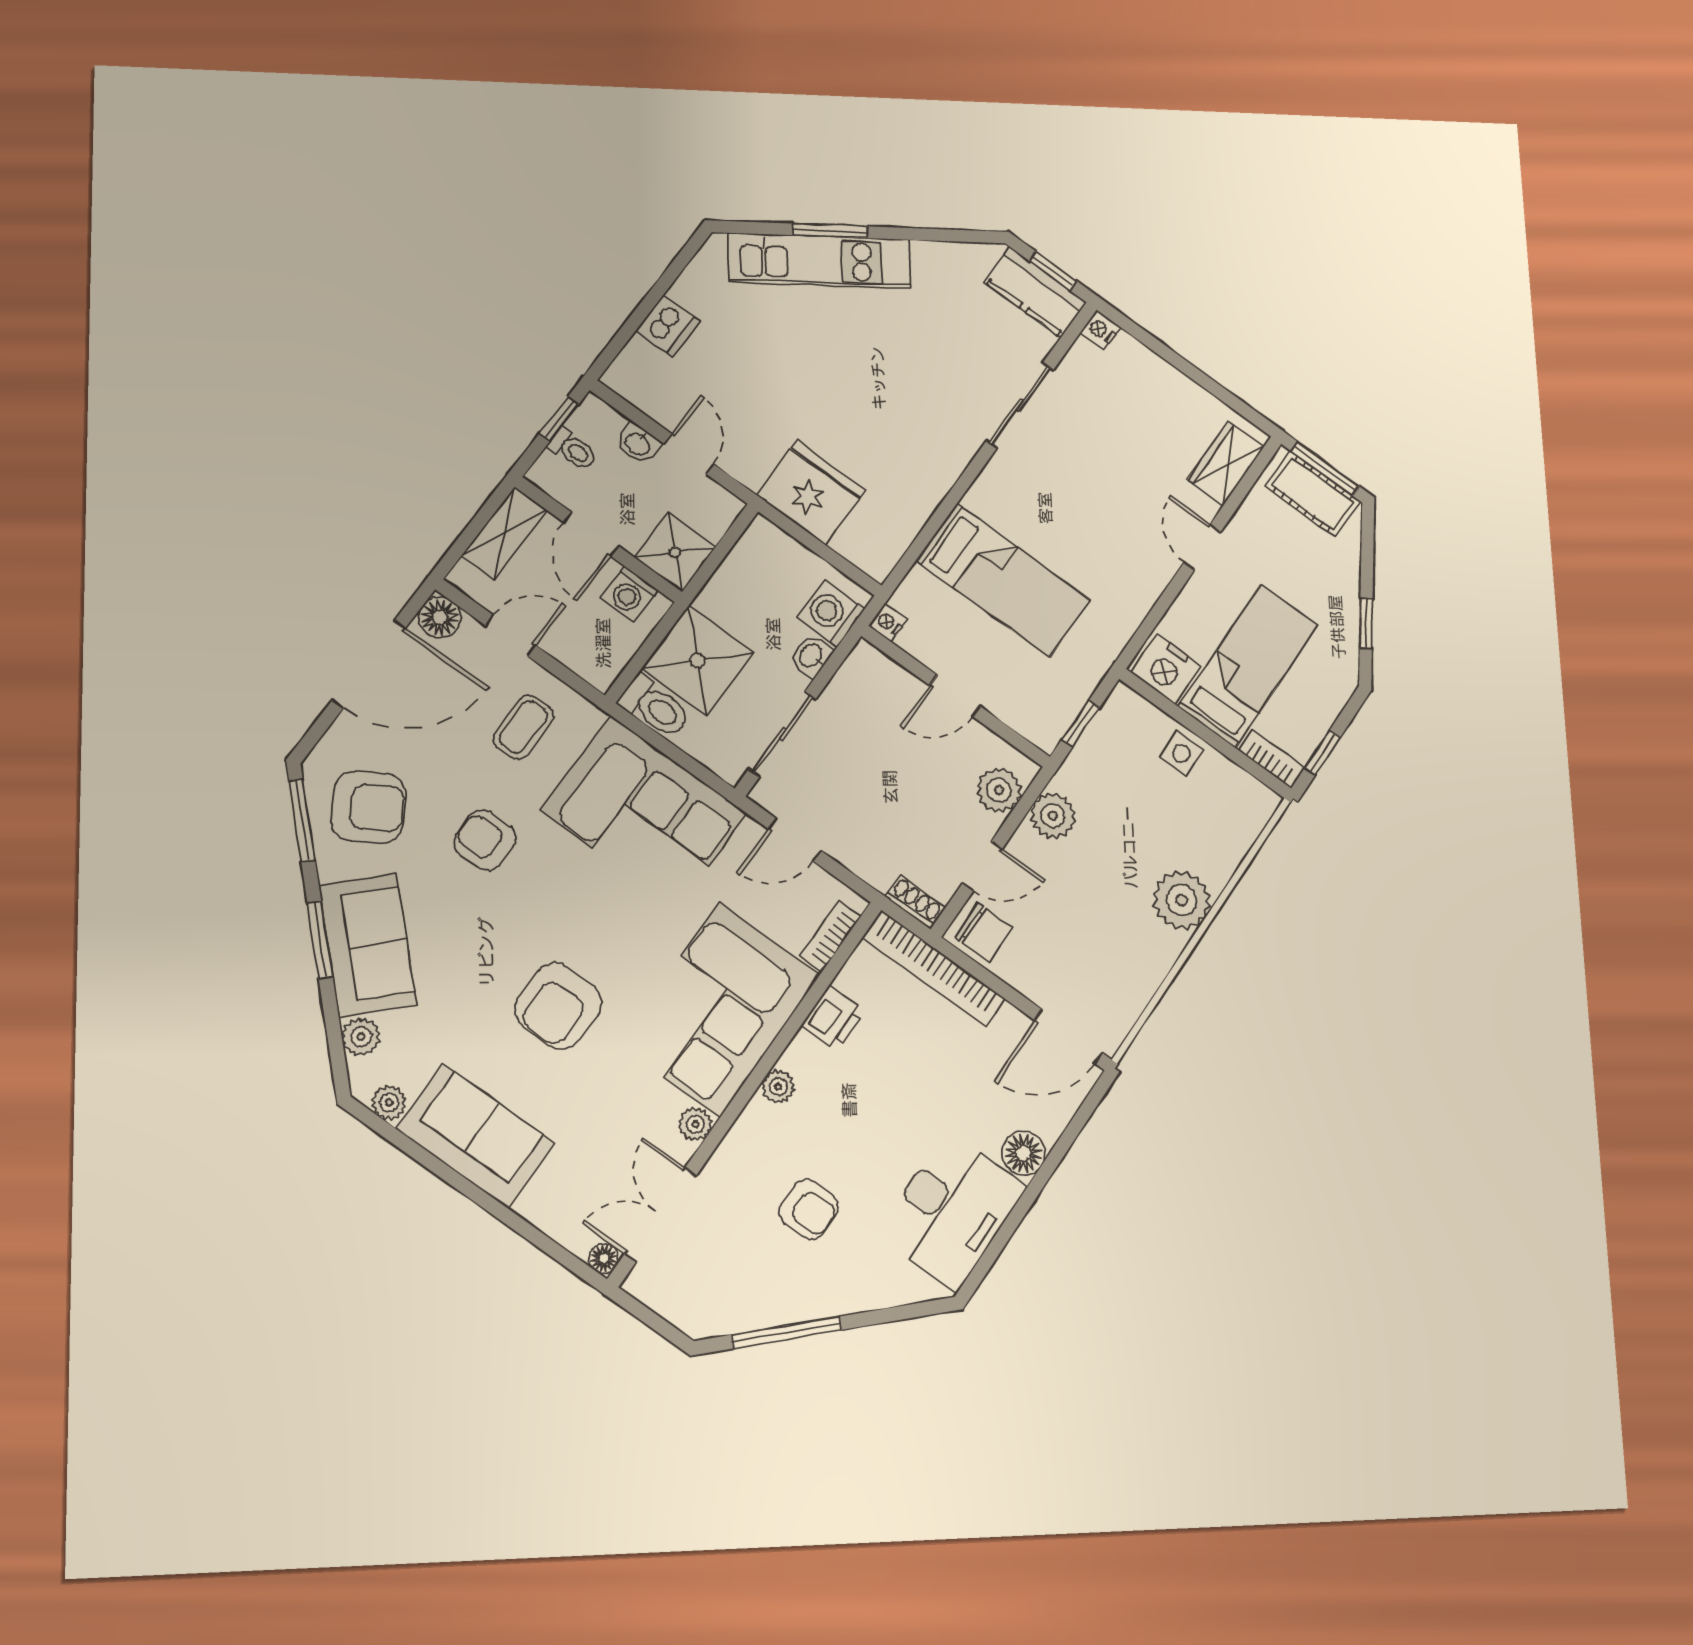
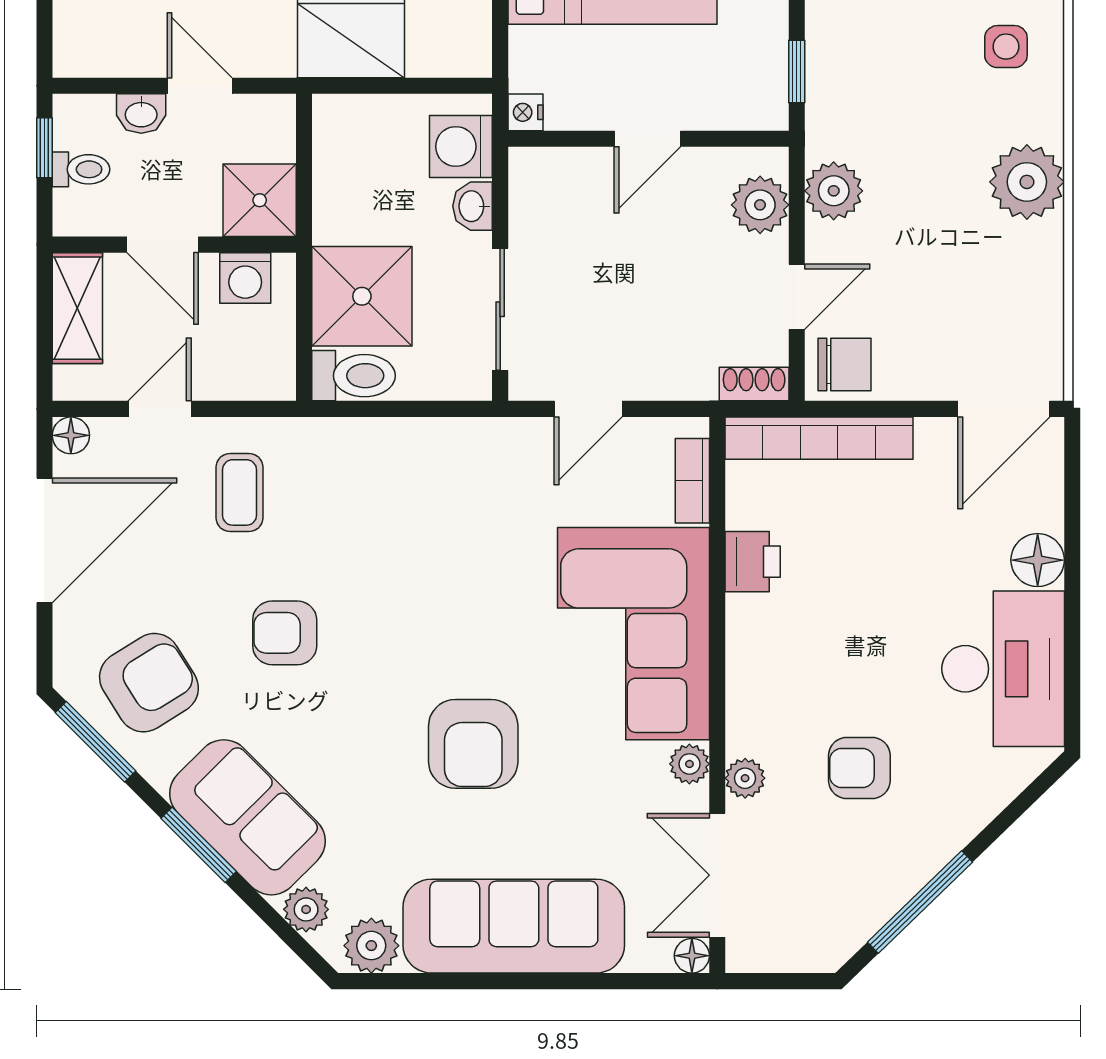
floor lamp: (440, 617) -> (71, 435), width x0.73, depth x0.73
side table: (1182, 753) -> (1006, 47), moved
corner sofa: (644, 812) -> (419, 490), removed
plant: (778, 1087) -> (745, 778), moved
plant: (389, 1103) -> (371, 946), width x1.38, depth x1.38
sofa: (476, 1136) -> (514, 926), width x1.36
armchair: (809, 1209) -> (859, 768), turned 180

